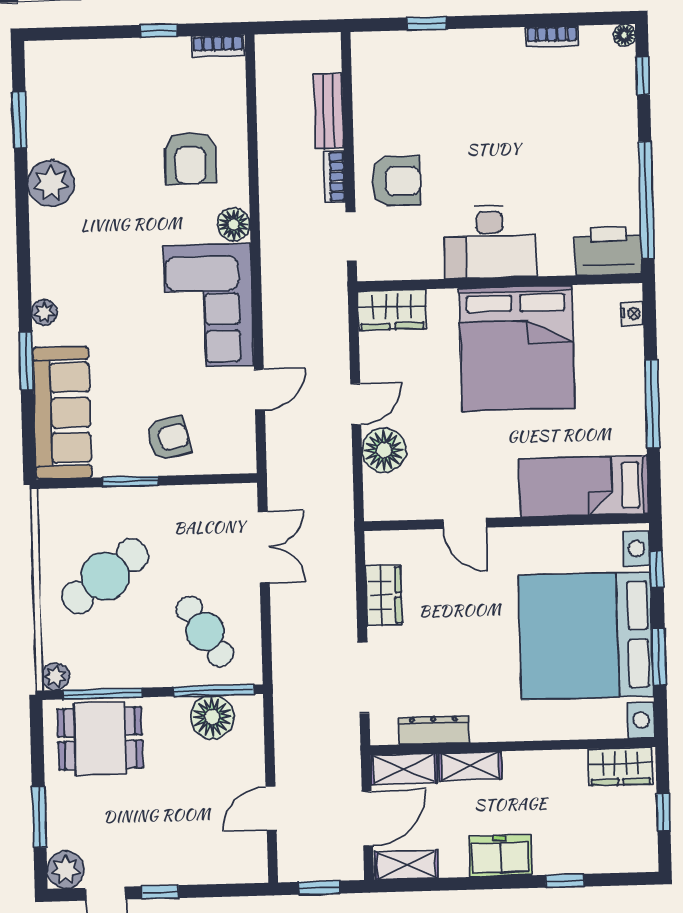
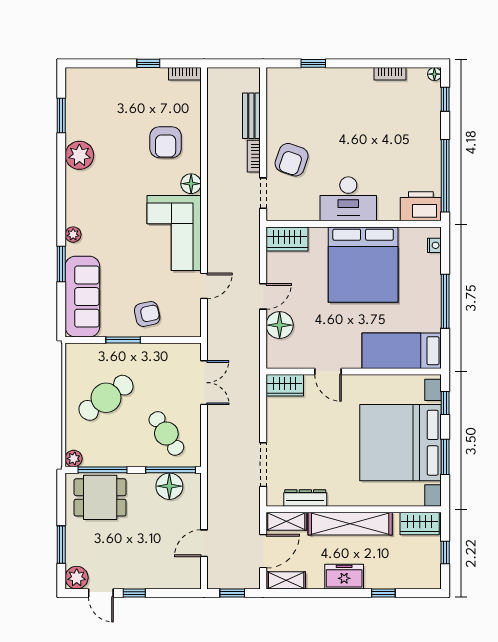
armchair: (396, 181) -> (292, 160), turned 109
wardrobe: (384, 595) -> (285, 385), moved, turned 90
shelving: (470, 766) -> (350, 524), width x2.20, depth x1.33

